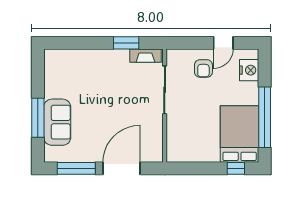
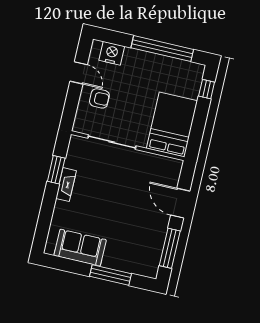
fireplace: (145, 56) -> (66, 185), moved
sofa: (57, 122) -> (80, 248), moved
bed: (240, 134) -> (172, 125), moved, turned 90
door: (121, 168) -> (180, 203), width x0.73

